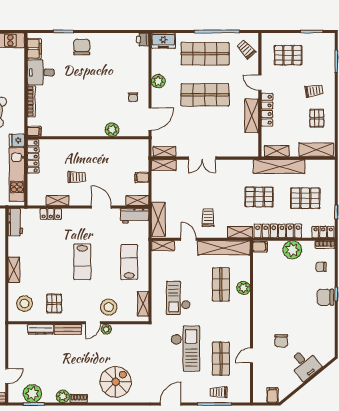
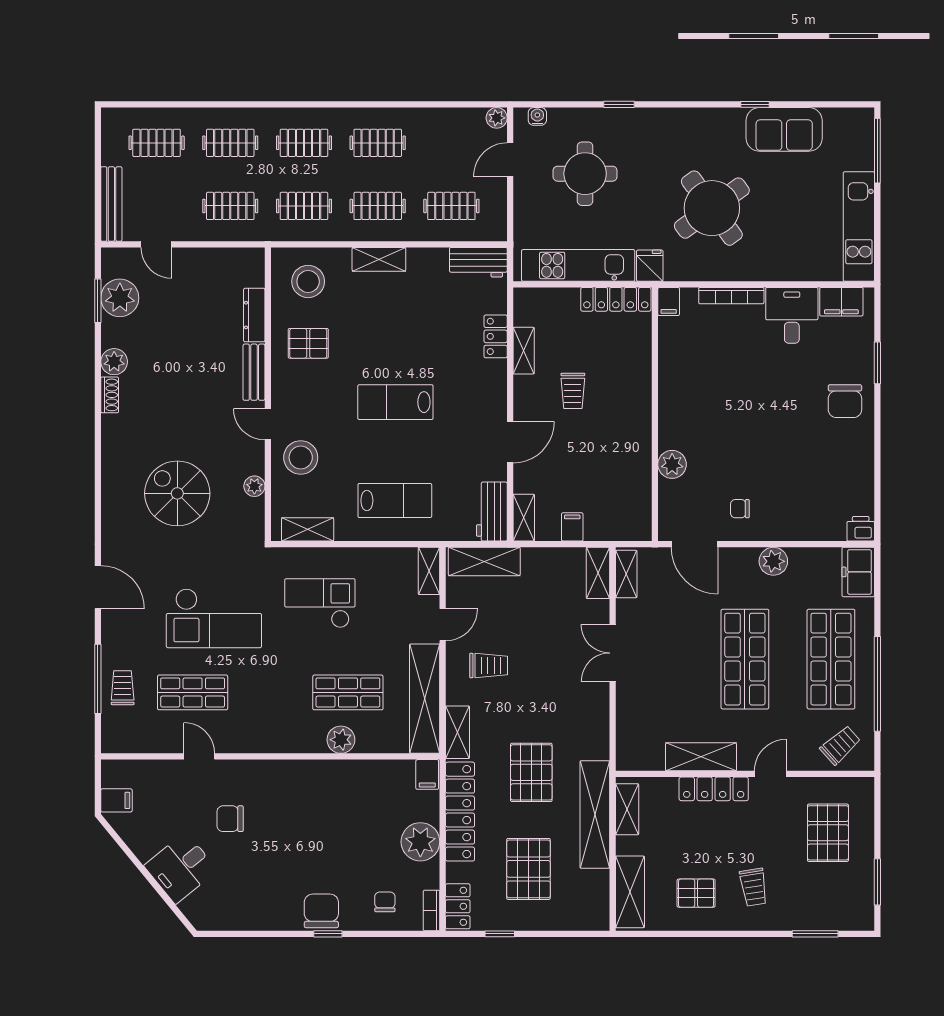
chair: (82, 47) -> (845, 401), turned 90
plant: (106, 329) -> (254, 486), moved
spiral stairs: (116, 382) -> (177, 493), moved, turned 180

